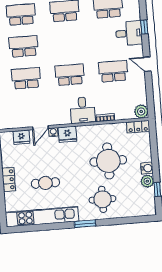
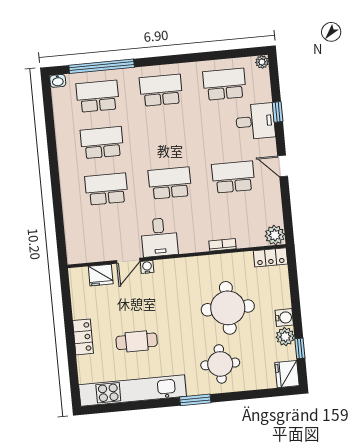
desk: (83, 110) -> (159, 237), moved
fridge: (67, 134) -> (287, 374), moved, turned 90

